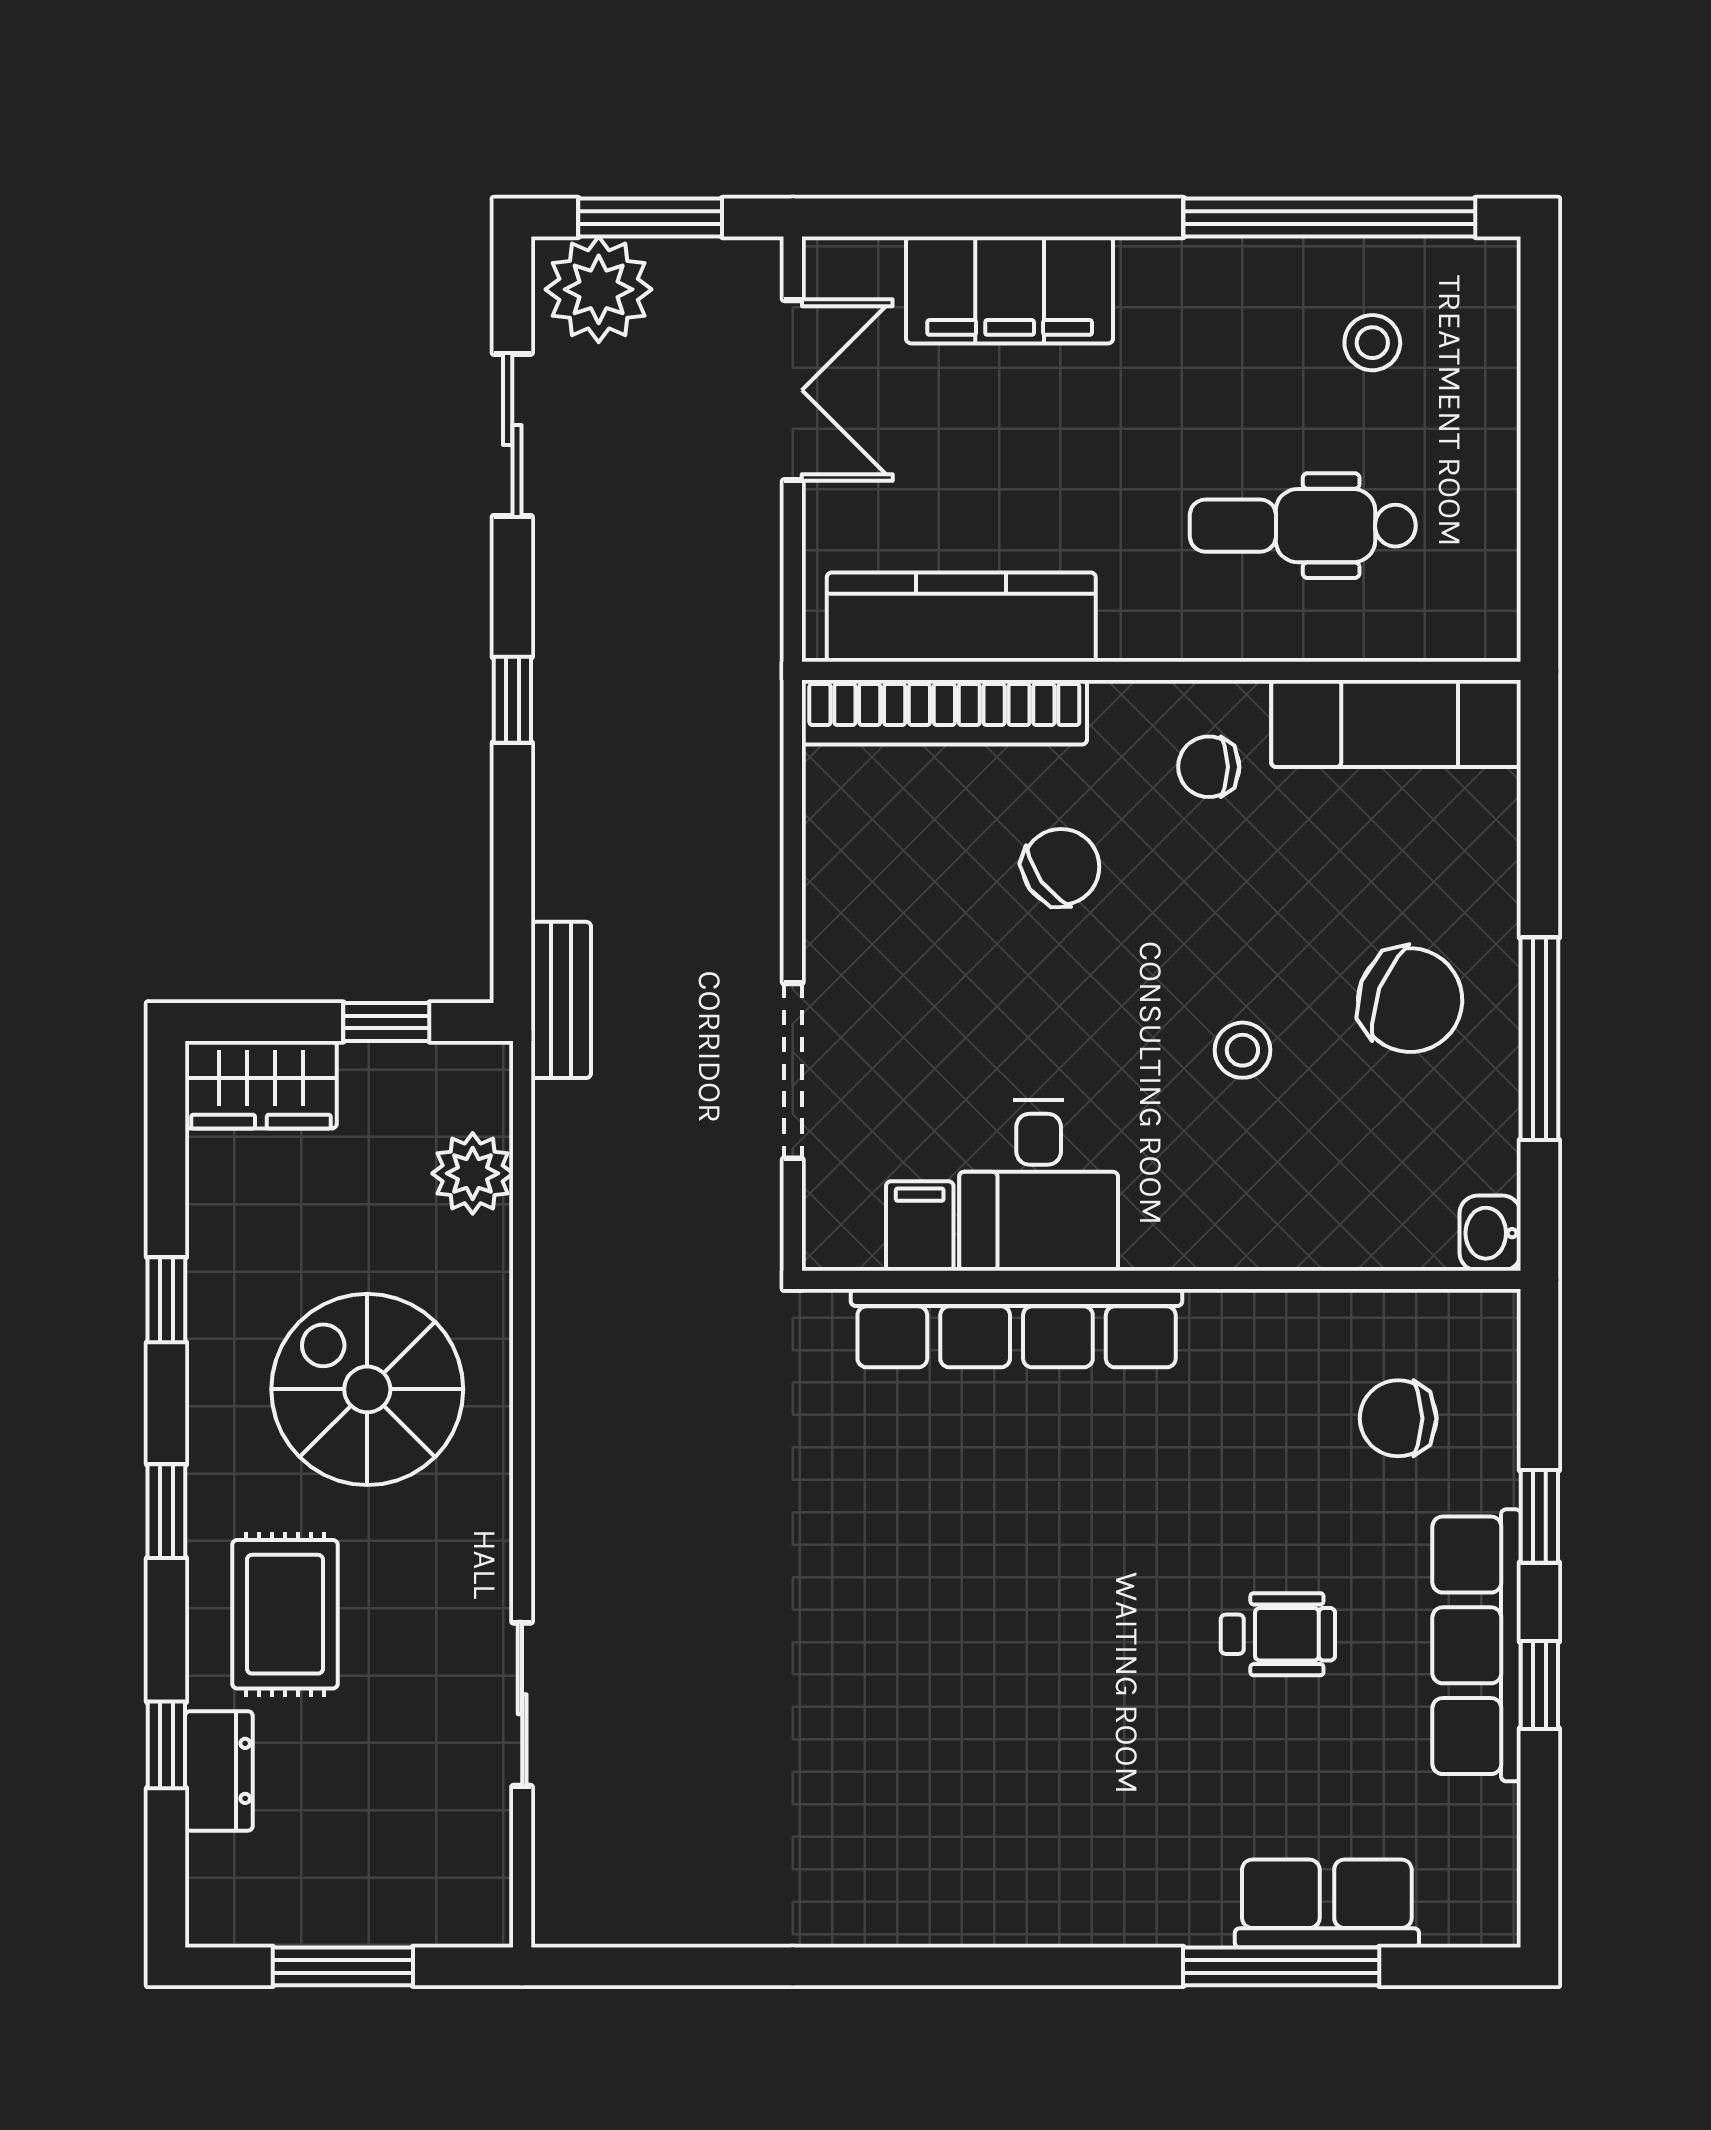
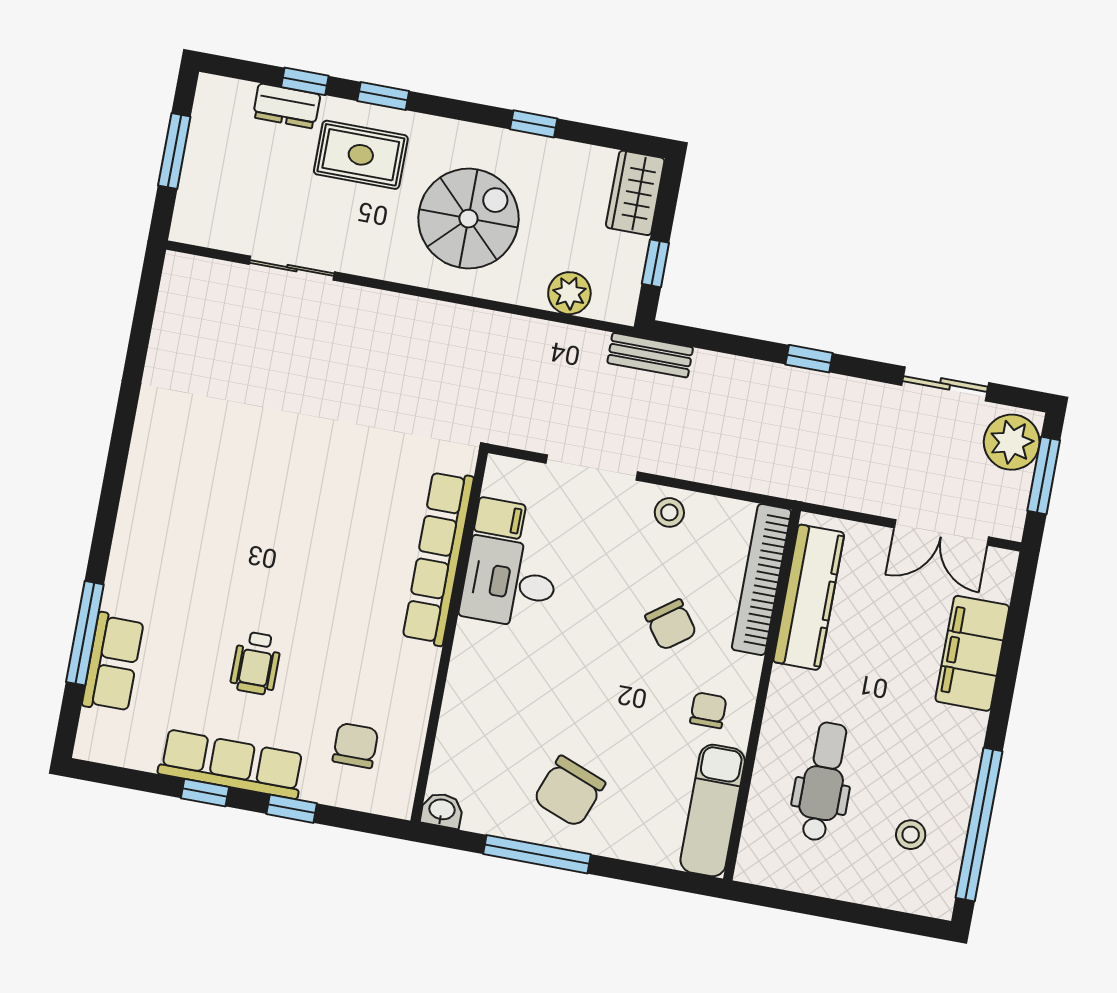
stool: (1242, 1050) -> (669, 512), moved
window: (166, 1511) -> (383, 96), moved

